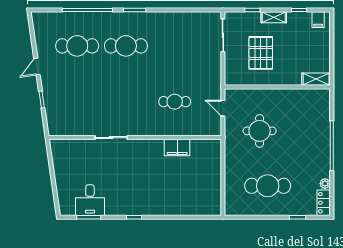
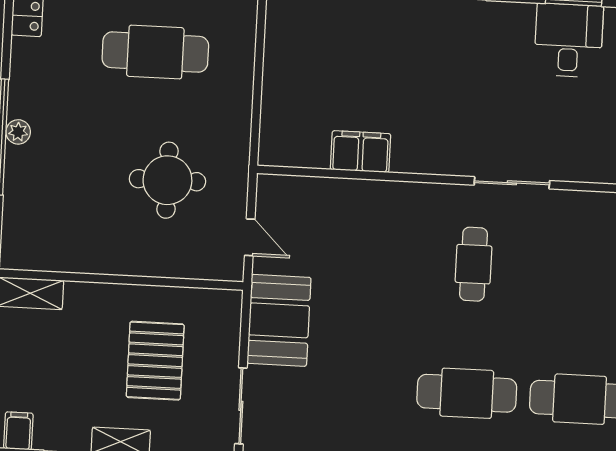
booth: (208, 73) -> (279, 320), added
cafe table: (175, 102) -> (473, 264), moved, turned 90
plant: (325, 184) -> (18, 132), moved

